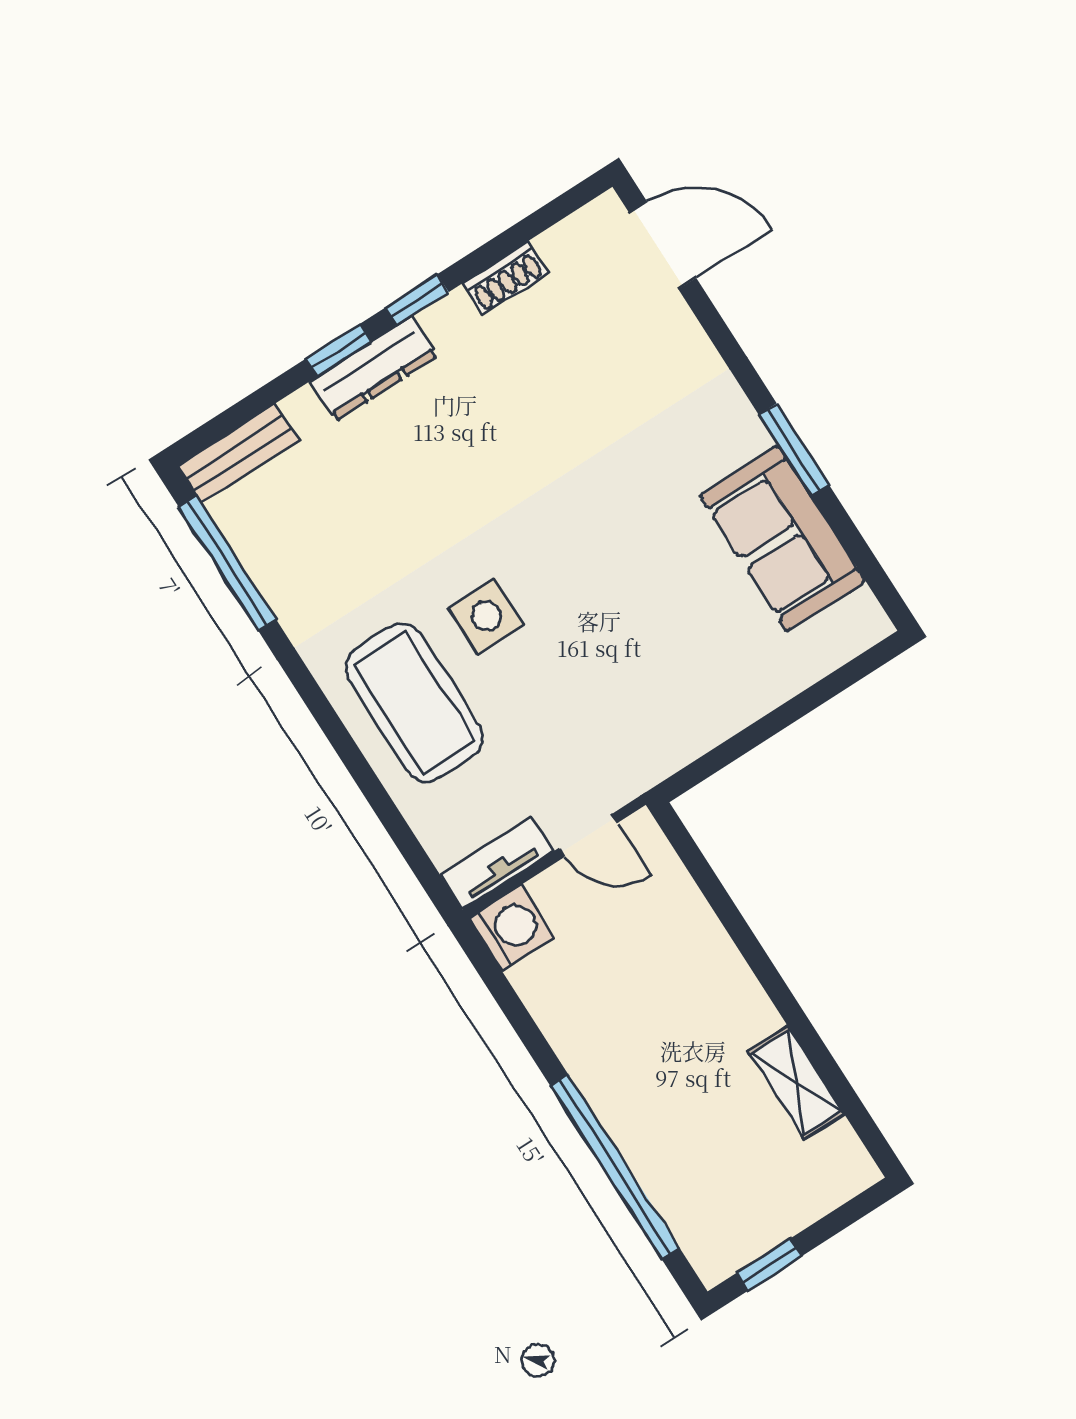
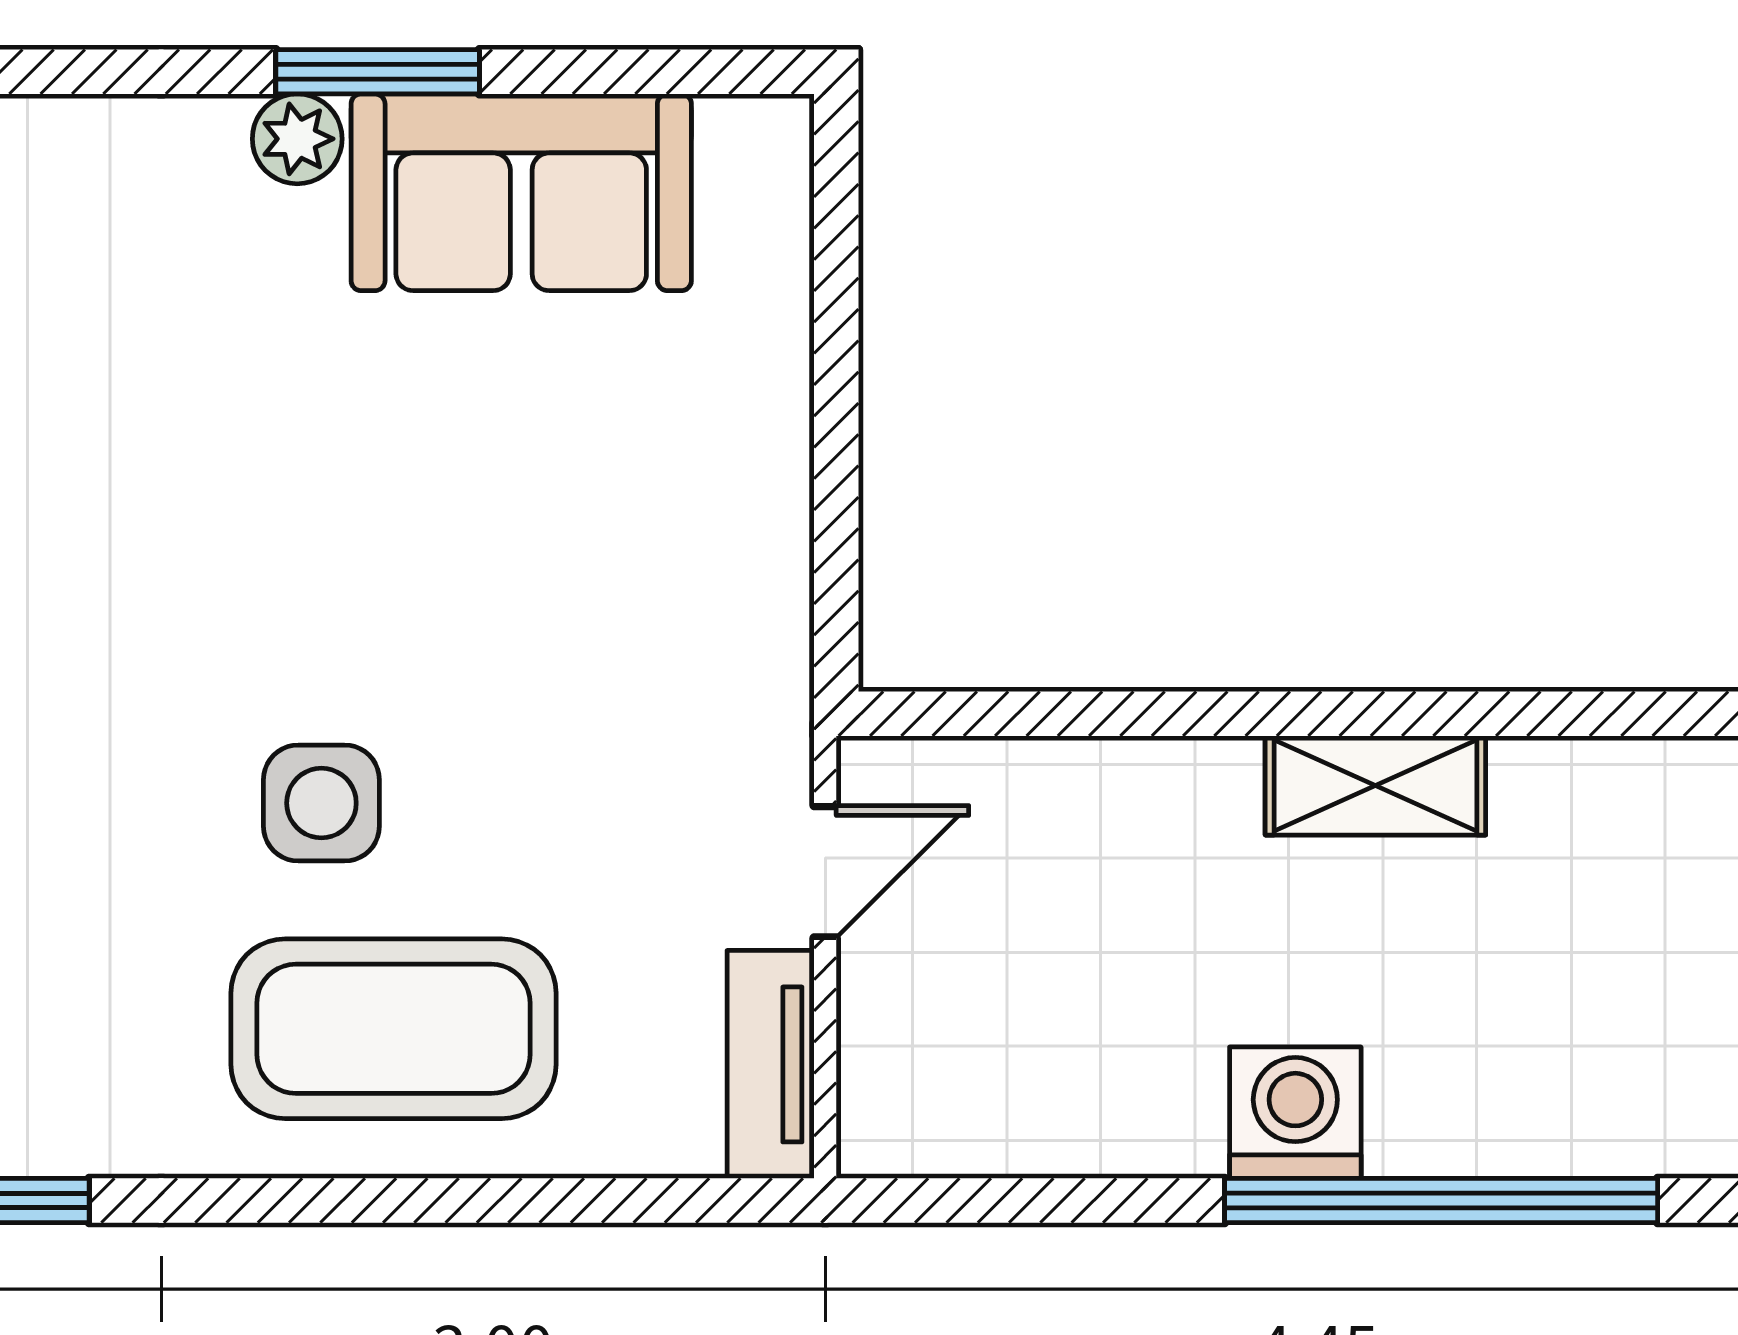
plant: (746, 435) -> (297, 139), added
washing machine: (512, 928) -> (1295, 1113), moved
shelving: (796, 1083) -> (1375, 785), moved

